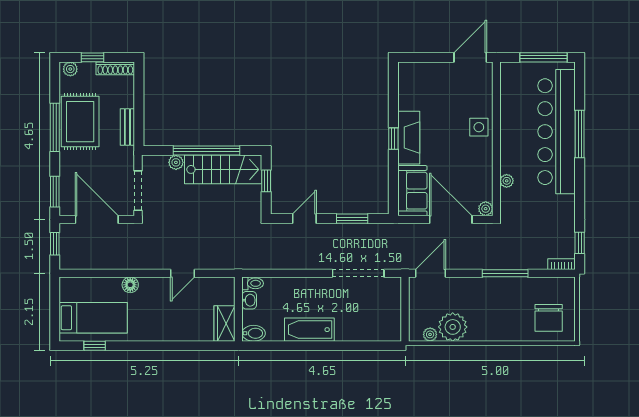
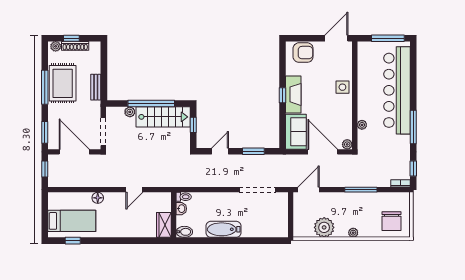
shoe rack: (115, 68) -> (75, 46), moved
armchair: (423, 78) -> (303, 53), added
window: (580, 134) -> (413, 127), moved
plant: (430, 334) -> (353, 233), moved

